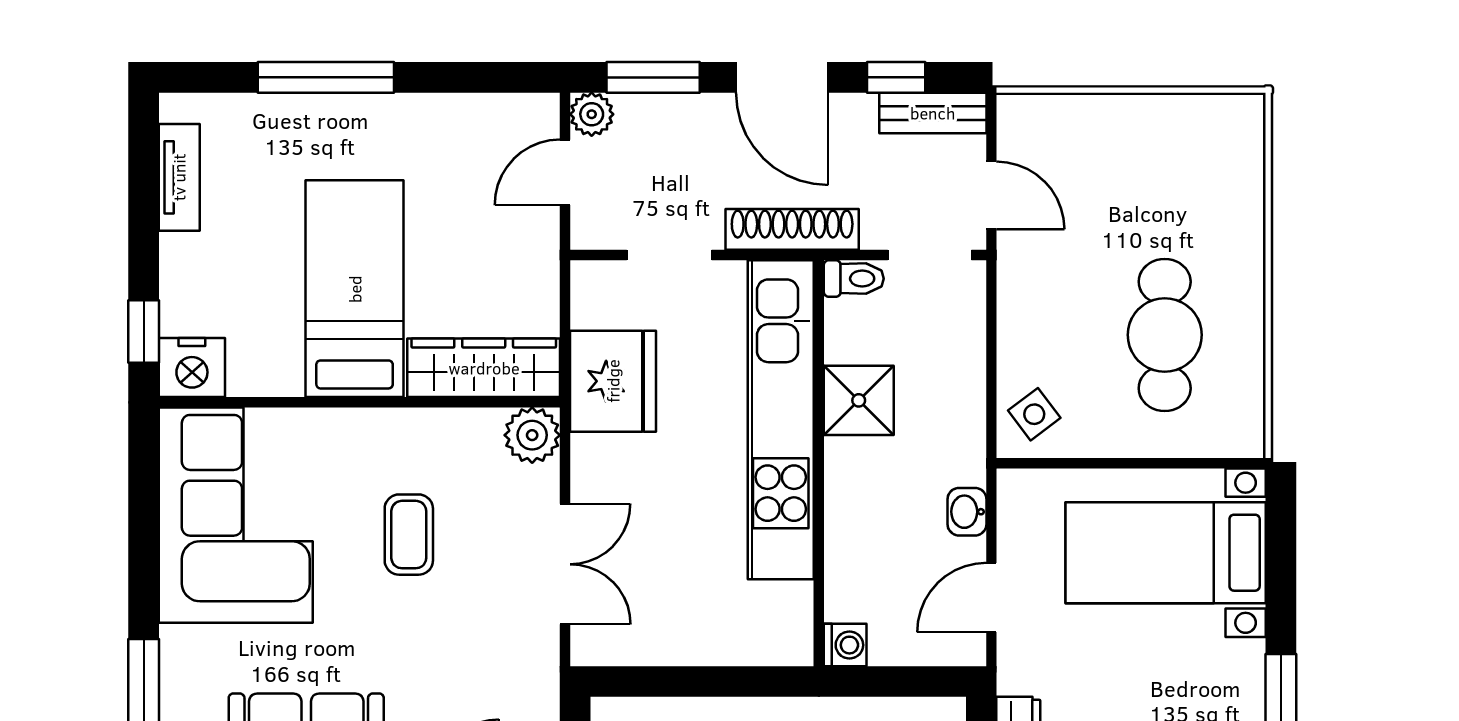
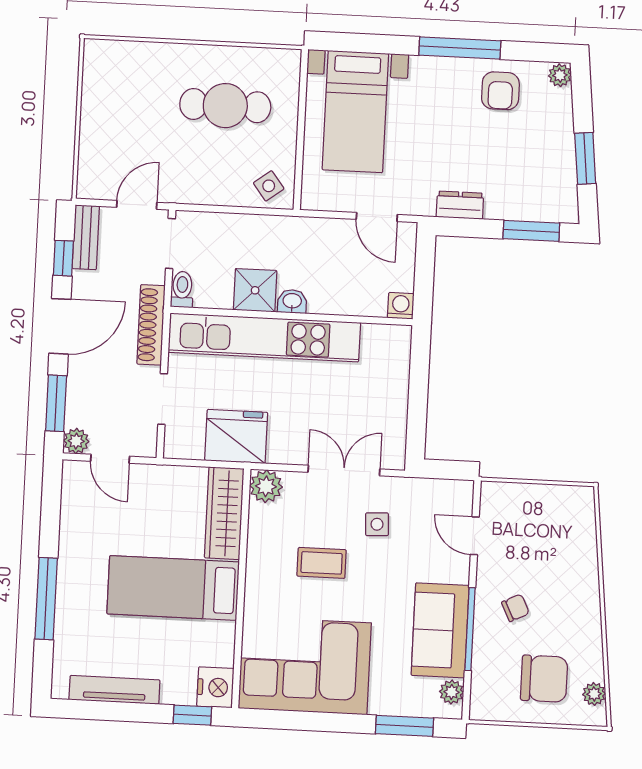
tv unit: (179, 177) -> (114, 690), width x1.41
washbasin: (967, 512) -> (292, 301), moved, turned 180
side table: (478, 624) -> (377, 524), added

